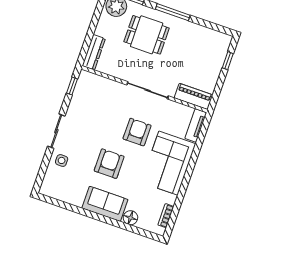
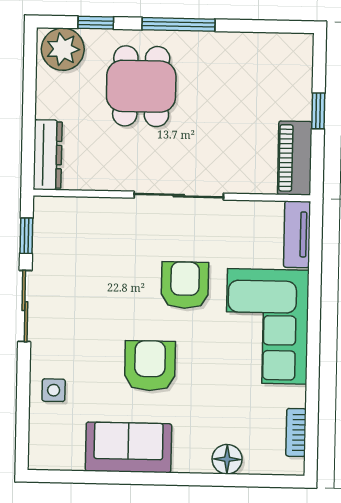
dining table: (147, 35) -> (141, 86), turned 90
window: (228, 61) -> (318, 111), moved
piano: (193, 96) -> (295, 158), moved, turned -90
sliding door: (56, 131) -> (25, 306), moved
sofa: (105, 204) -> (128, 447), moved

